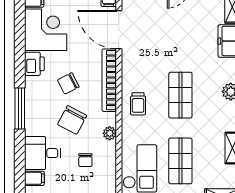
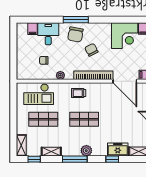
door: (119, 30) -> (125, 81), swing flipped
printer: (34, 64) -> (104, 29), removed
chair: (72, 120) -> (75, 34), moved, turned -108

